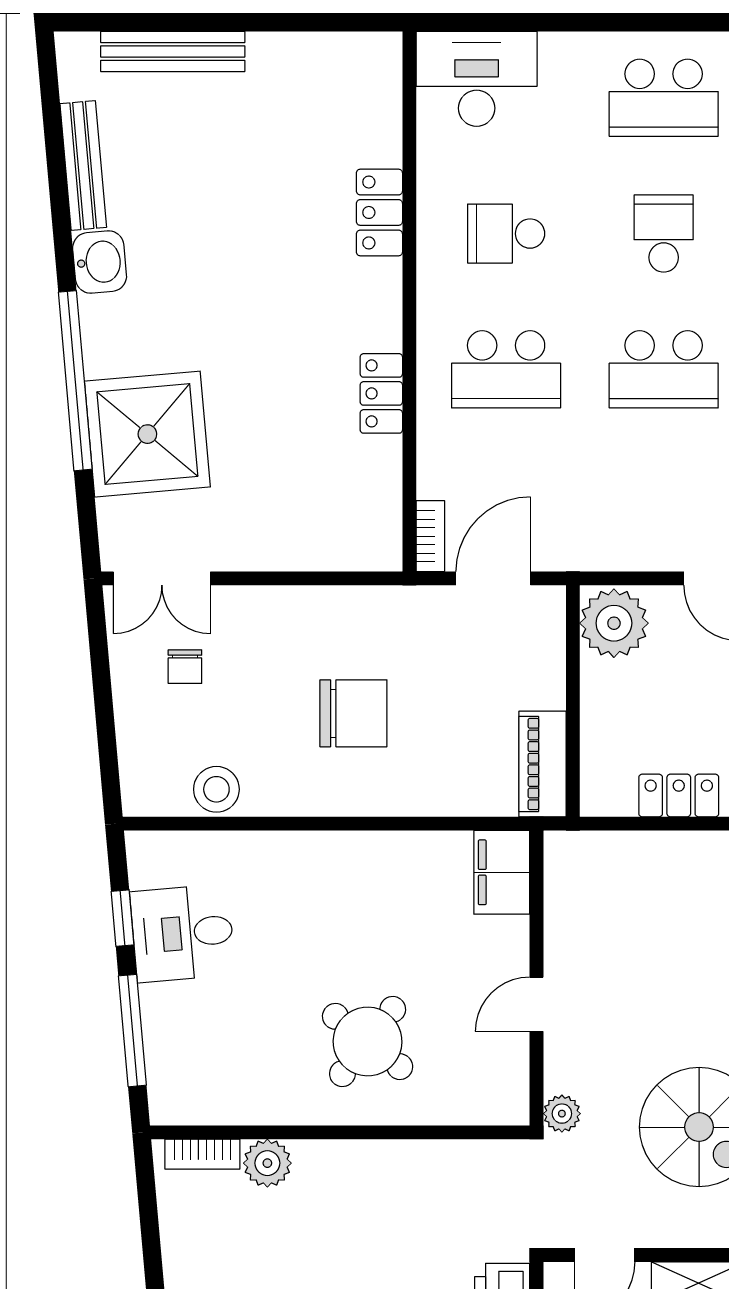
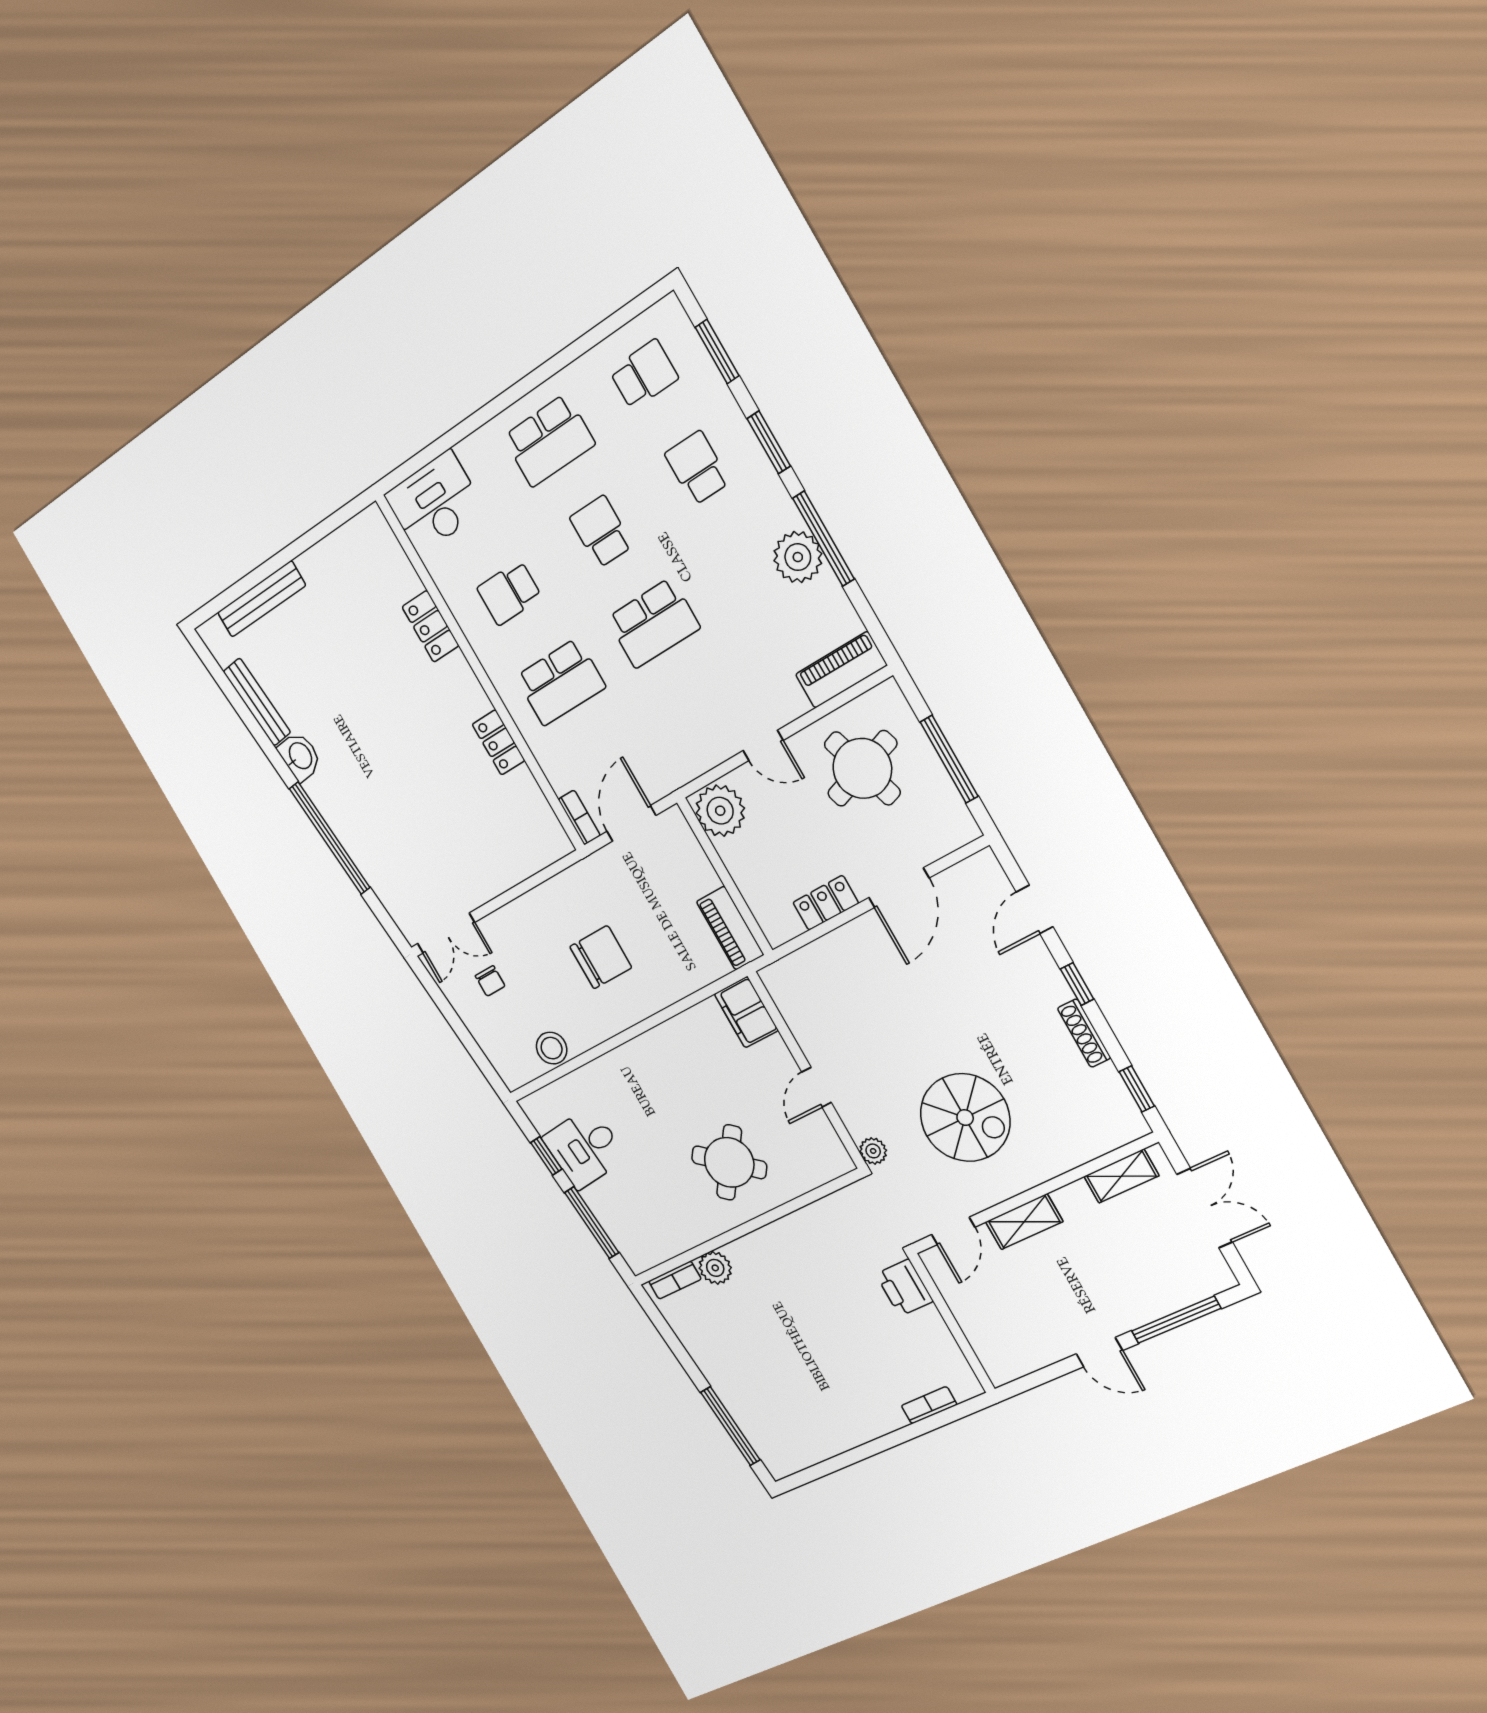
shower: (147, 434) -> (386, 848), removed

